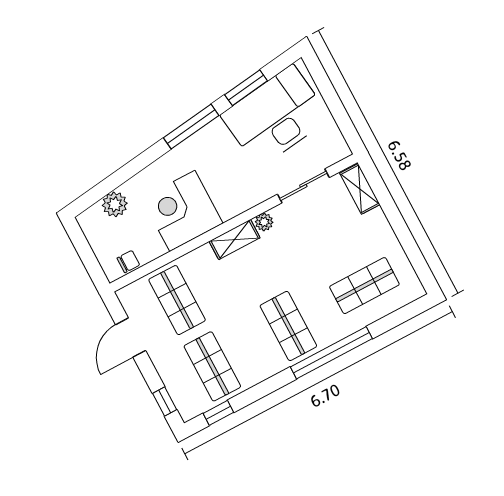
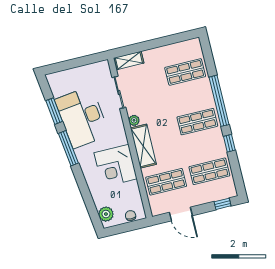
desk: (276, 116) -> (82, 117), moved
plant: (115, 204) -> (106, 214), moved
shelving: (235, 239) -> (143, 146), width x1.50, depth x1.33
chair: (128, 262) -> (131, 216), moved
shop shelf: (364, 286) -> (185, 72), turned 90
window: (218, 413) -> (229, 143), moved

